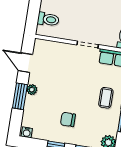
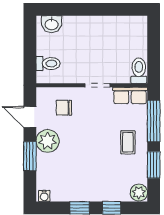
plant: (32, 90) -> (48, 141), width x1.88, depth x1.88
chair: (68, 119) -> (64, 108), moved

